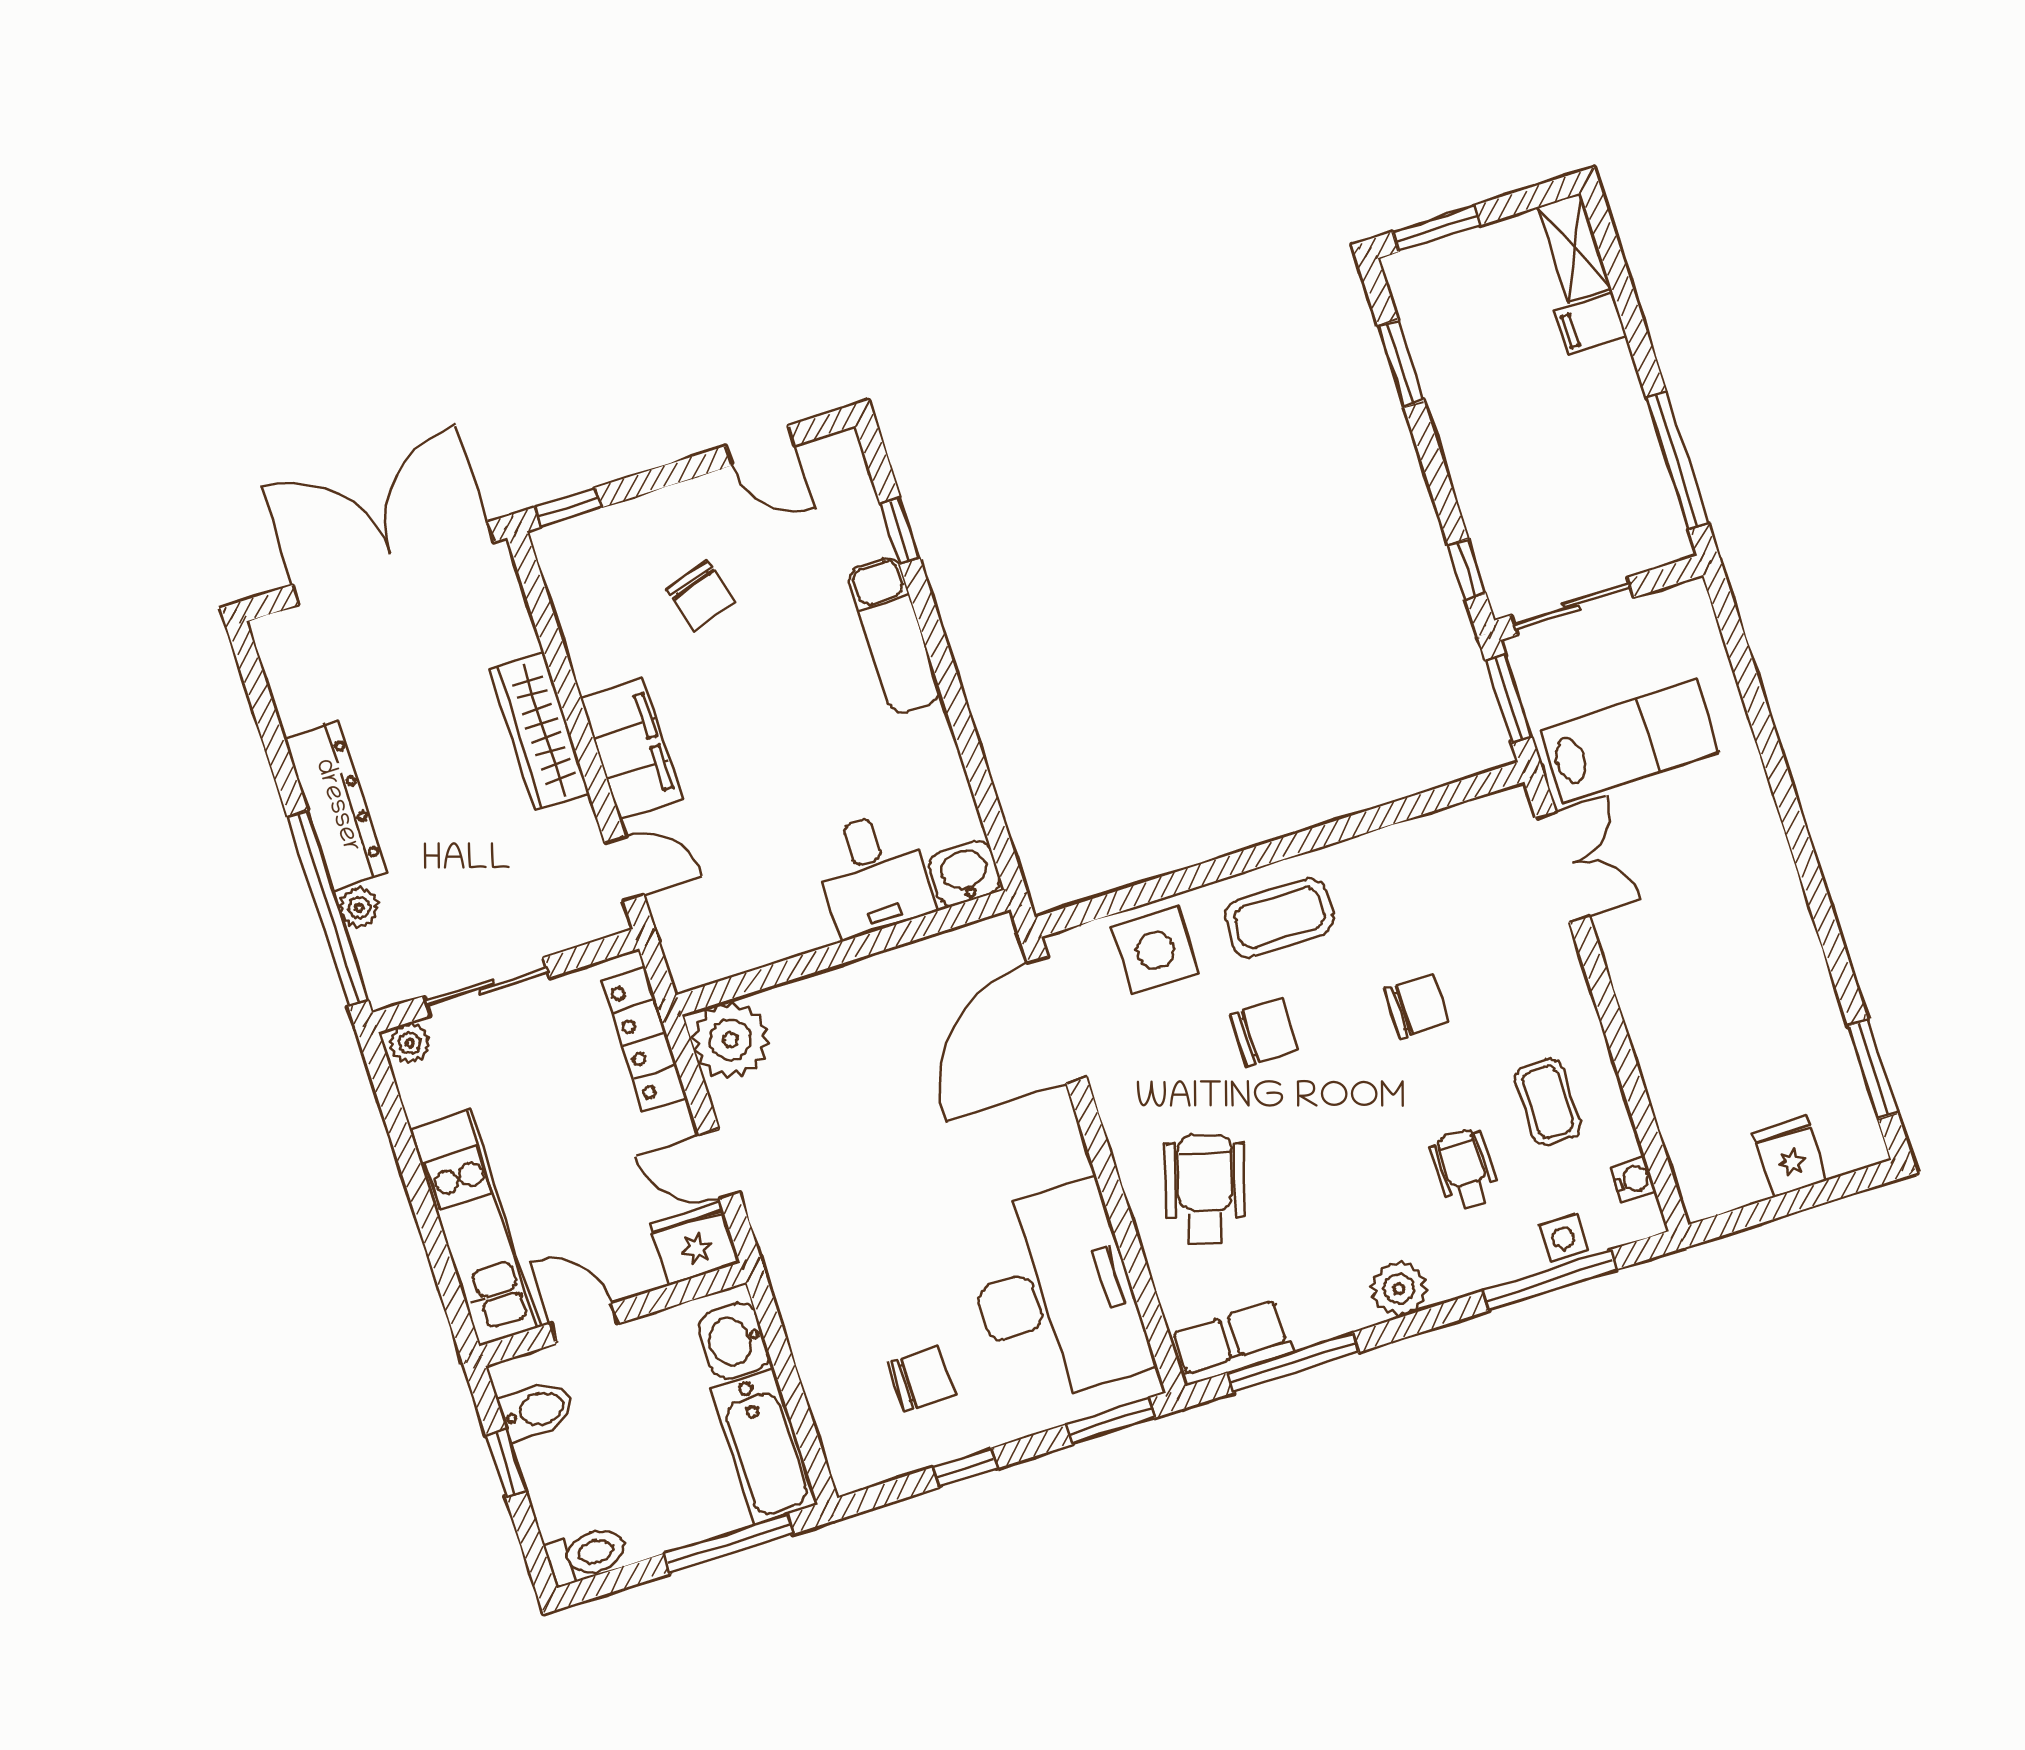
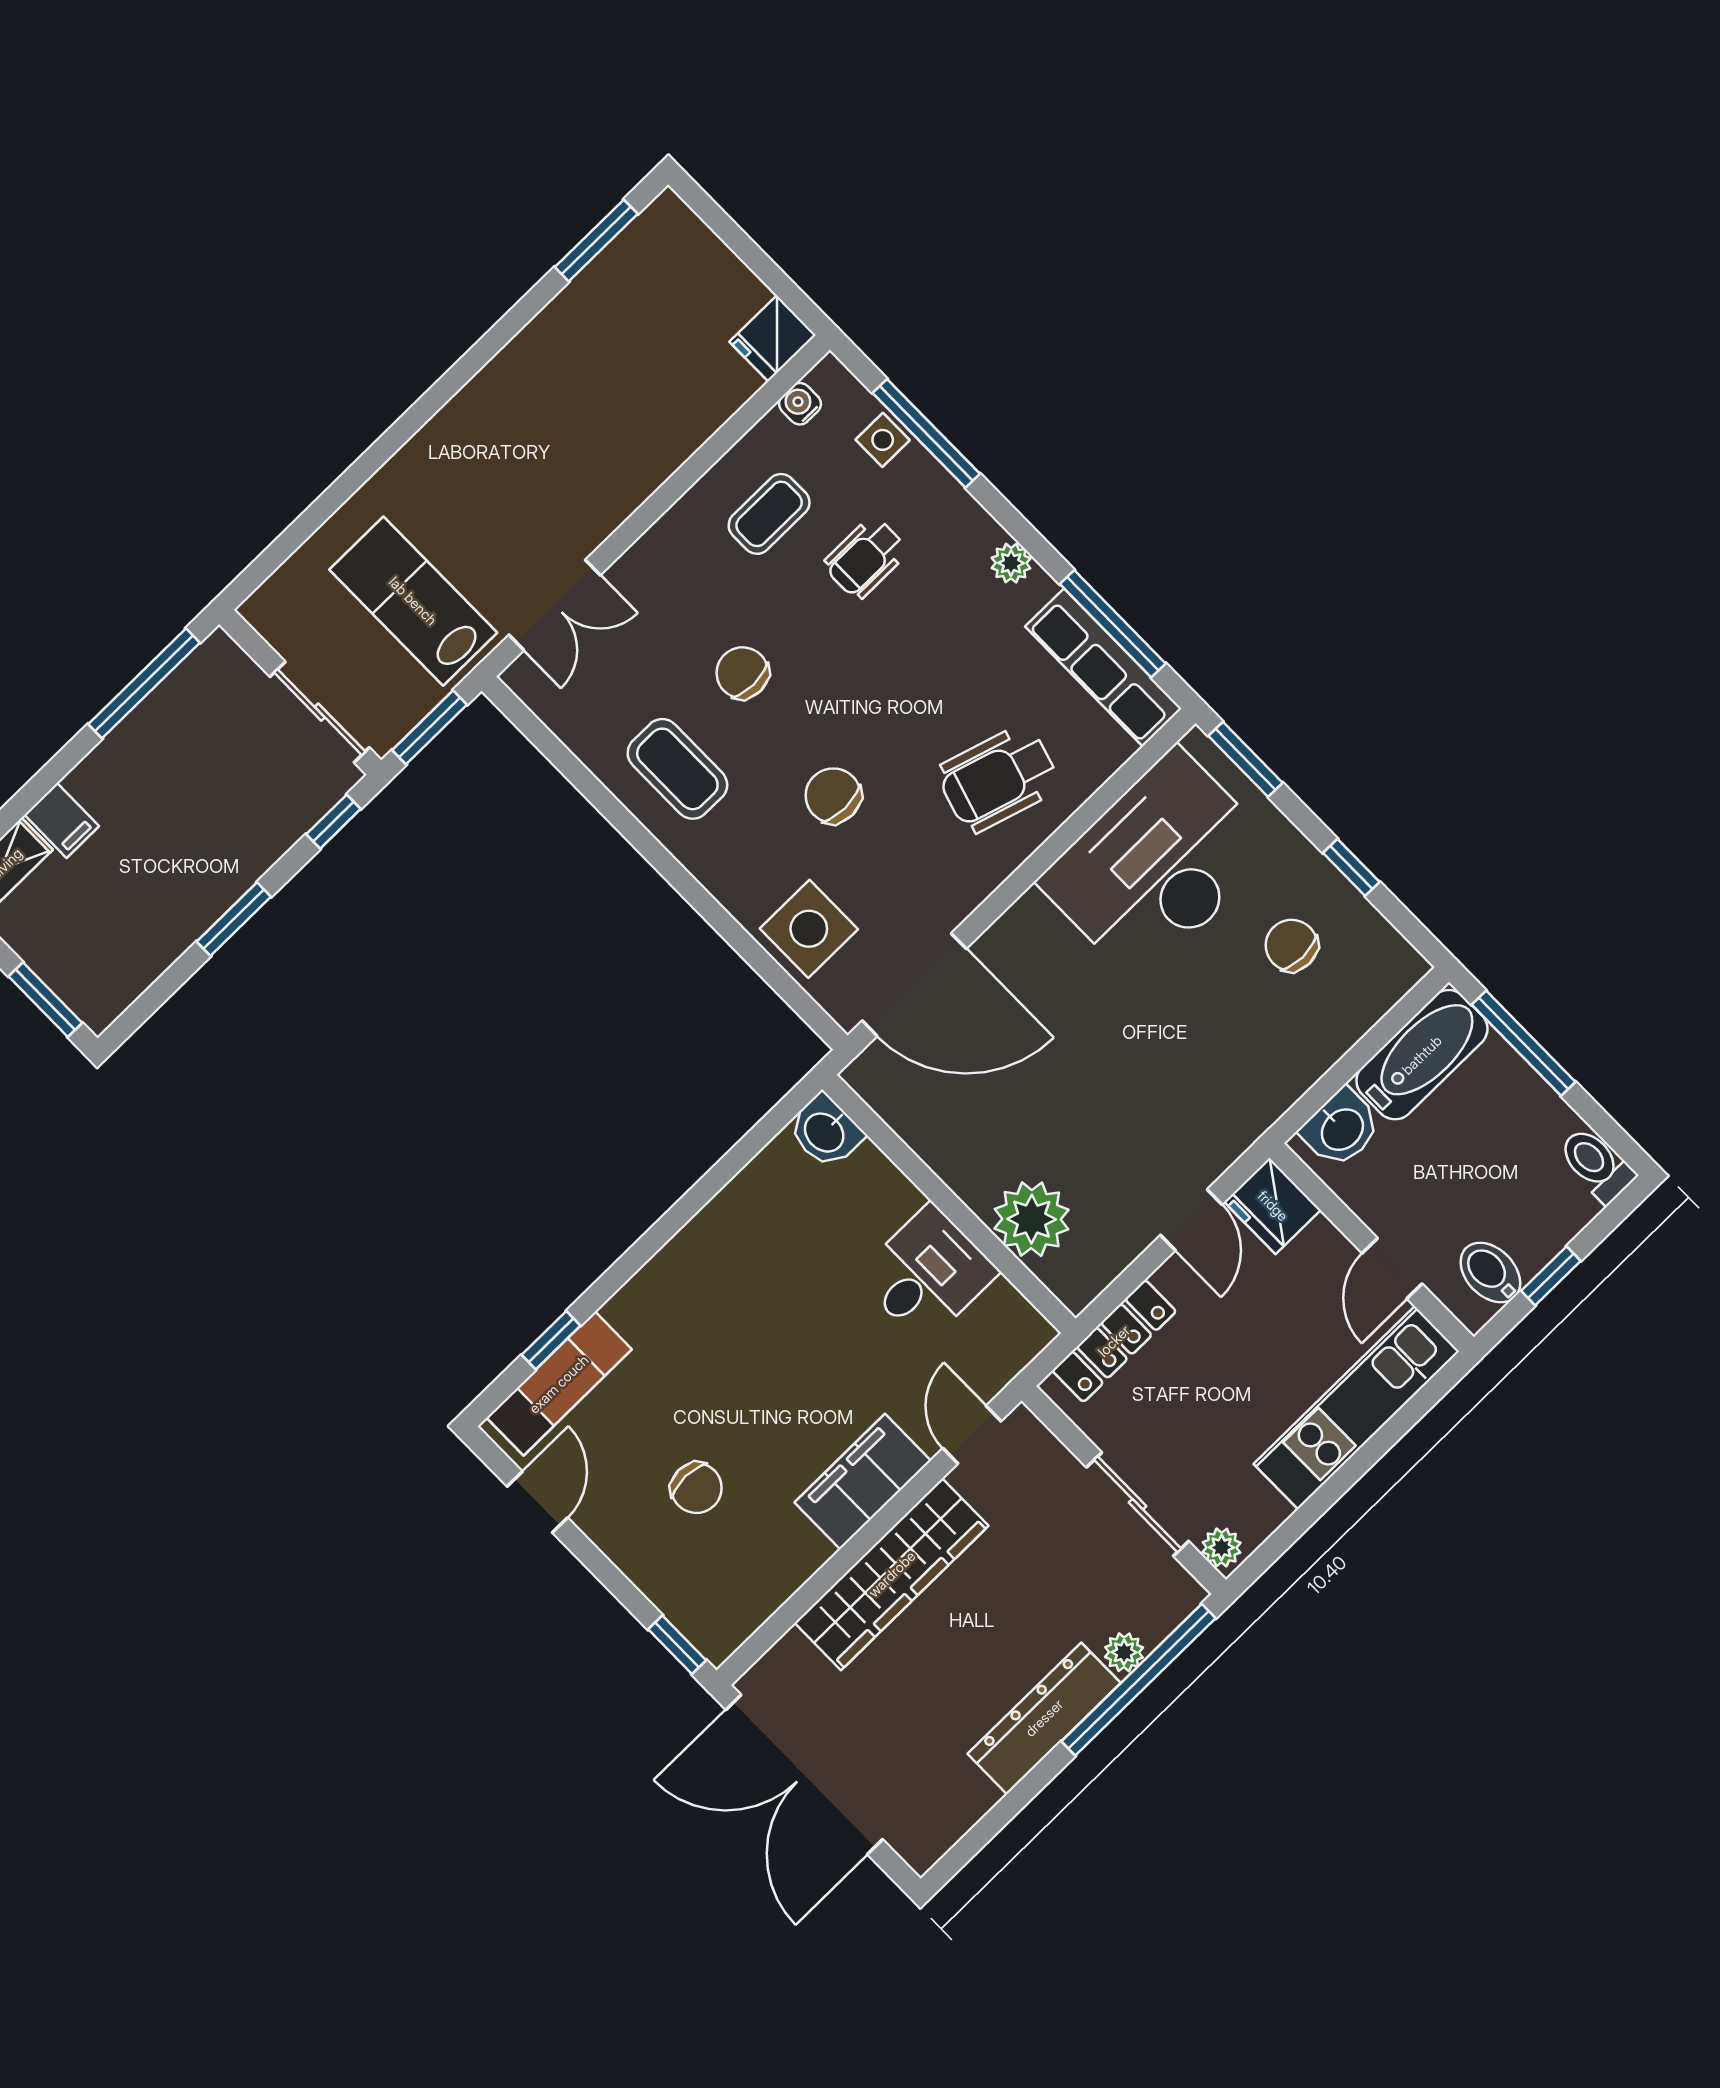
window: (1401, 363) -> (234, 919), moved
chair: (701, 596) -> (696, 1488), turned 107
exam couch: (895, 635) -> (559, 1384), moved
wardrobe: (539, 731) -> (892, 1574), width x1.40, depth x1.17
double door: (1563, 867) -> (555, 605), swing flipped
desk: (873, 874) -> (927, 1274), moved
coffee table: (1279, 918) -> (677, 769), moved
plant: (731, 1040) -> (1032, 1219), moved
fridge: (1790, 1157) -> (773, 338), moved
plant: (1399, 1289) -> (1011, 563), width x0.73, depth x0.73
row of seats: (1232, 1343) -> (1103, 667), width x1.48

